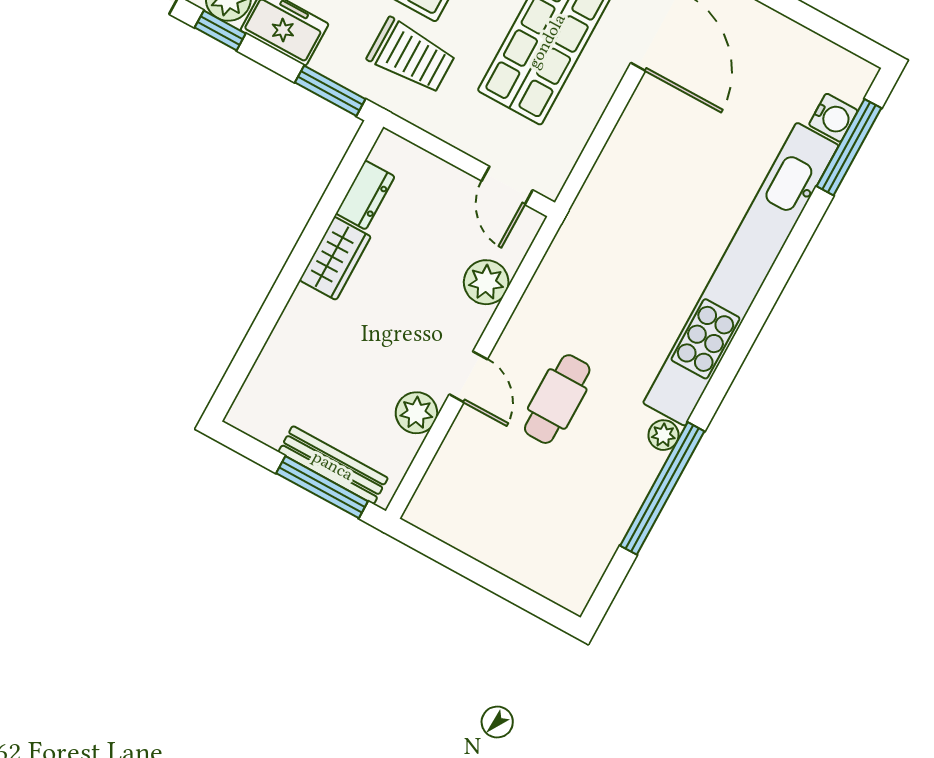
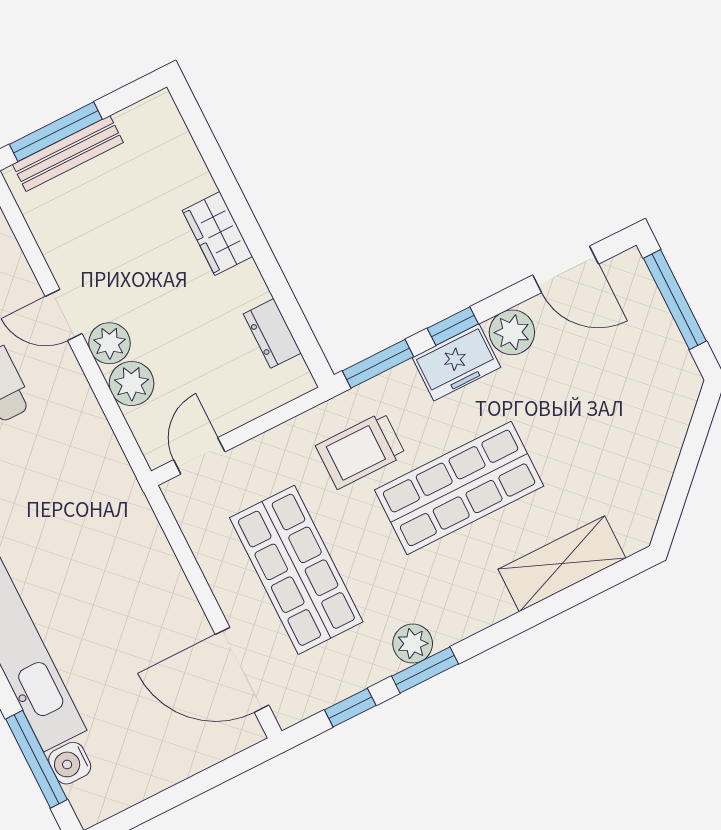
window: (220, 31) -> (453, 326), moved
door: (507, 185) -> (199, 456), hinge flipped
wardrobe: (335, 258) -> (217, 233), moved
plant: (416, 413) -> (110, 343), moved

